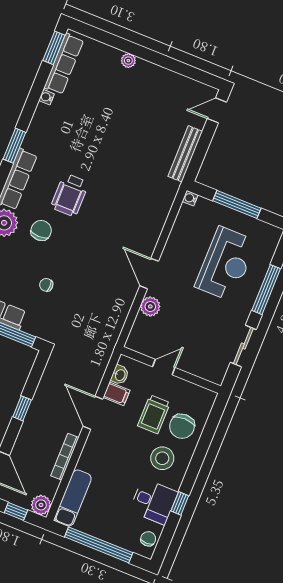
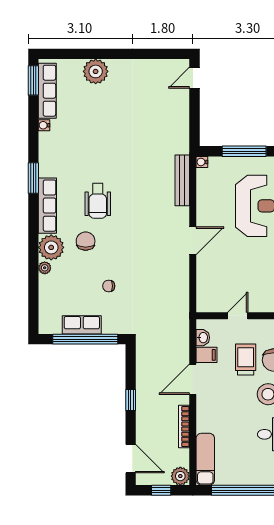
plant: (128, 61) -> (96, 71), width x1.88, depth x1.88
bench: (185, 154) -> (182, 180), moved
door: (149, 274) -> (193, 241), swing flipped
plant: (150, 306) -> (205, 268), removed
door: (93, 413) -> (193, 379), hinge flipped
trolley: (154, 414) -> (246, 359), turned 180

